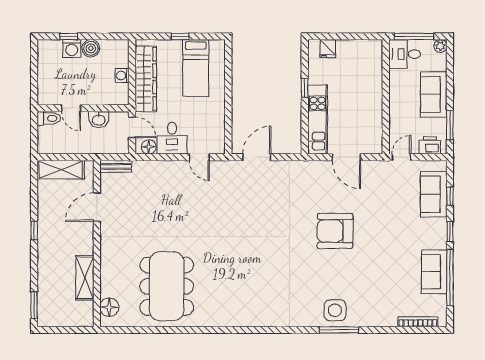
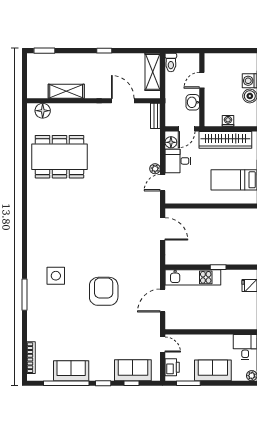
toilet: (49, 118) -> (171, 62), moved
plant: (182, 167) -> (155, 169), added
side table: (335, 310) -> (56, 276), moved

